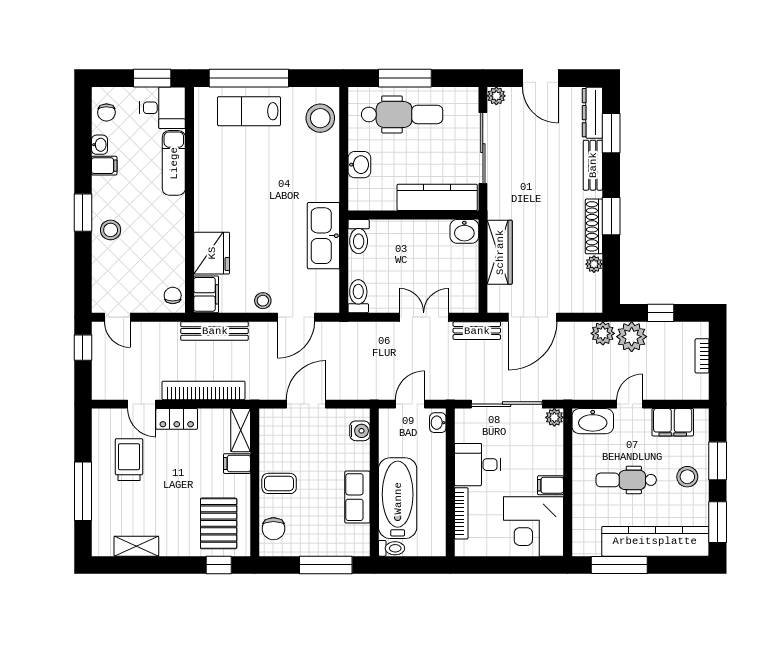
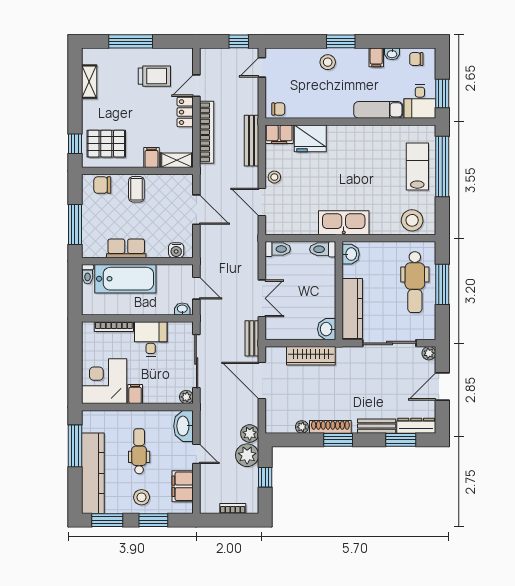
washbasin: (359, 165) -> (351, 254), moved, turned -90
kitchen sink: (323, 236) -> (344, 223), moved

